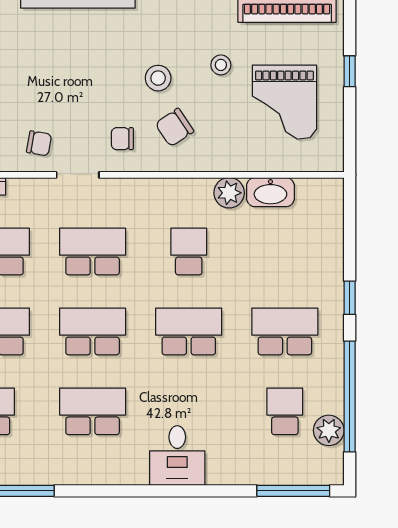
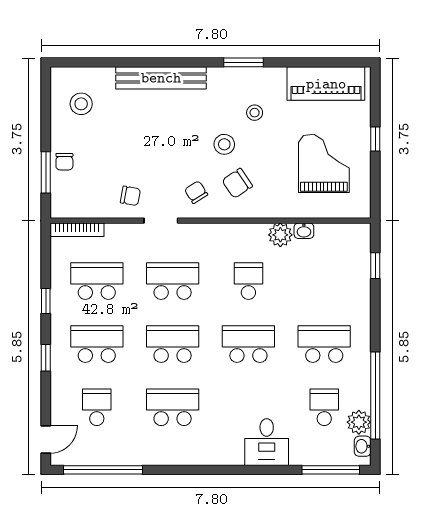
stool: (221, 65) -> (255, 113), moved
grand piano: (284, 102) -> (324, 163), turned 180
chair: (122, 139) -> (196, 192), turned 58
washbasin: (270, 192) -> (304, 231), width x0.52, depth x0.69
window: (350, 298) -> (375, 266), moved
desk: (177, 456) -> (267, 442), moved
washbasin: (334, 461) -> (363, 446), added

